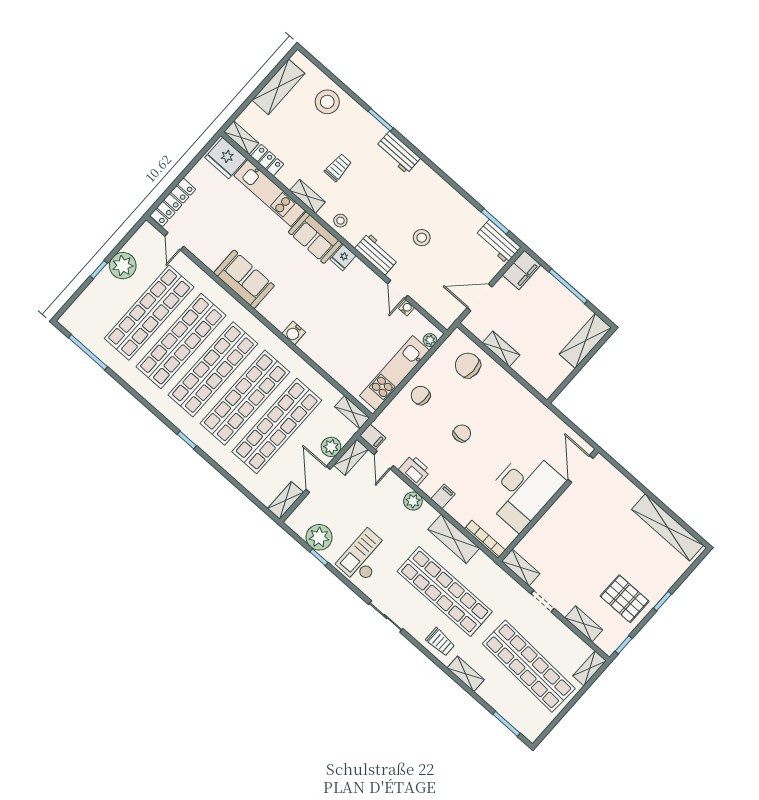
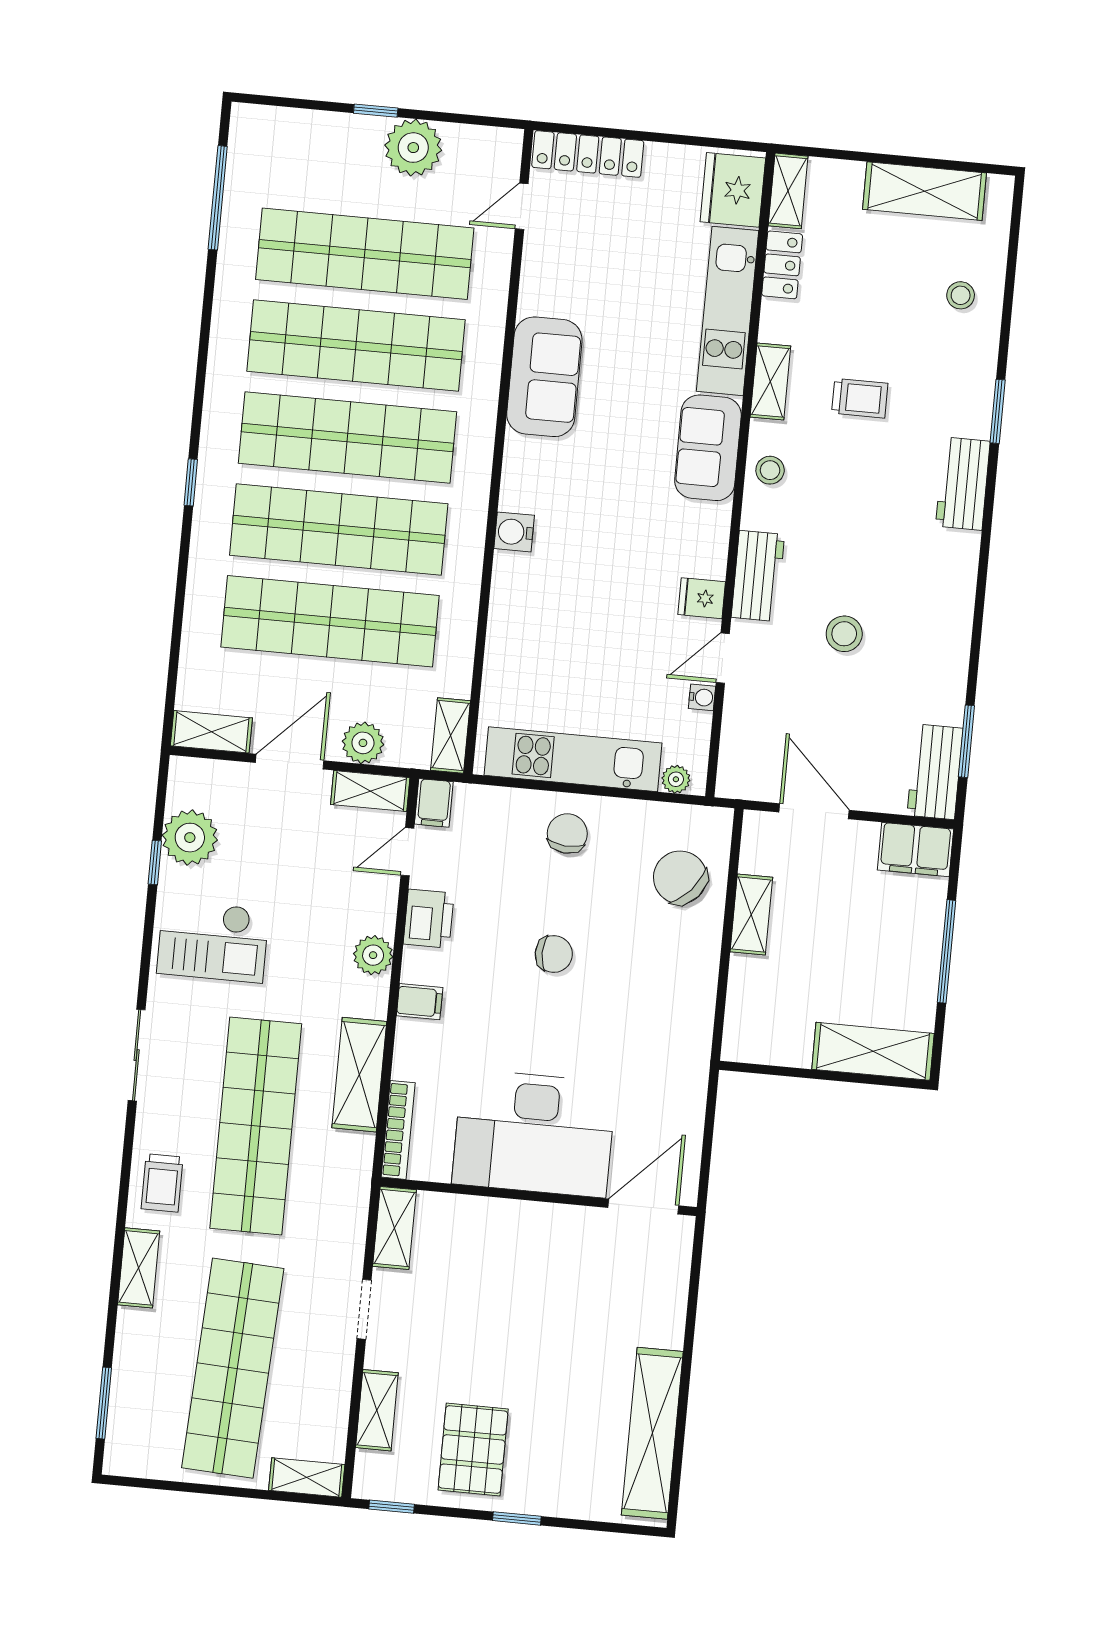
stool: (327, 102) -> (961, 295), width x0.53, depth x0.53
fridge: (343, 258) -> (702, 598), moved
chair: (468, 365) -> (680, 877), turned -49
checkout: (364, 557) -> (213, 941), turned 180

